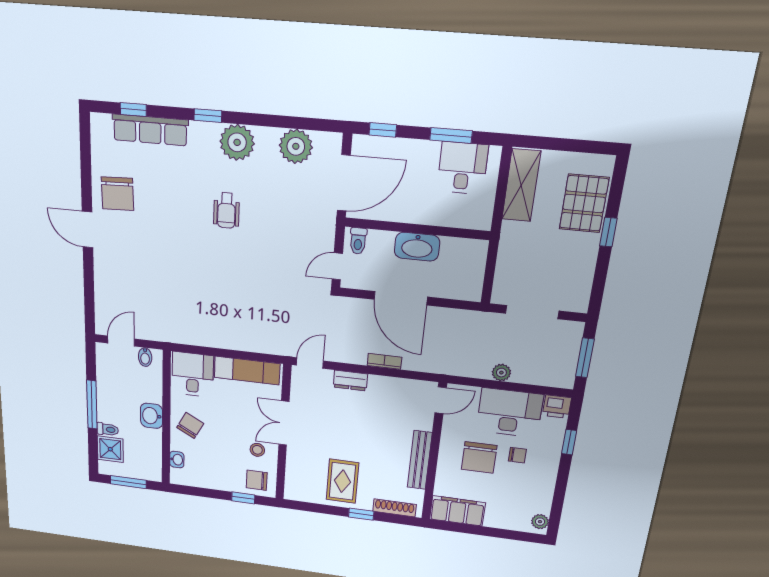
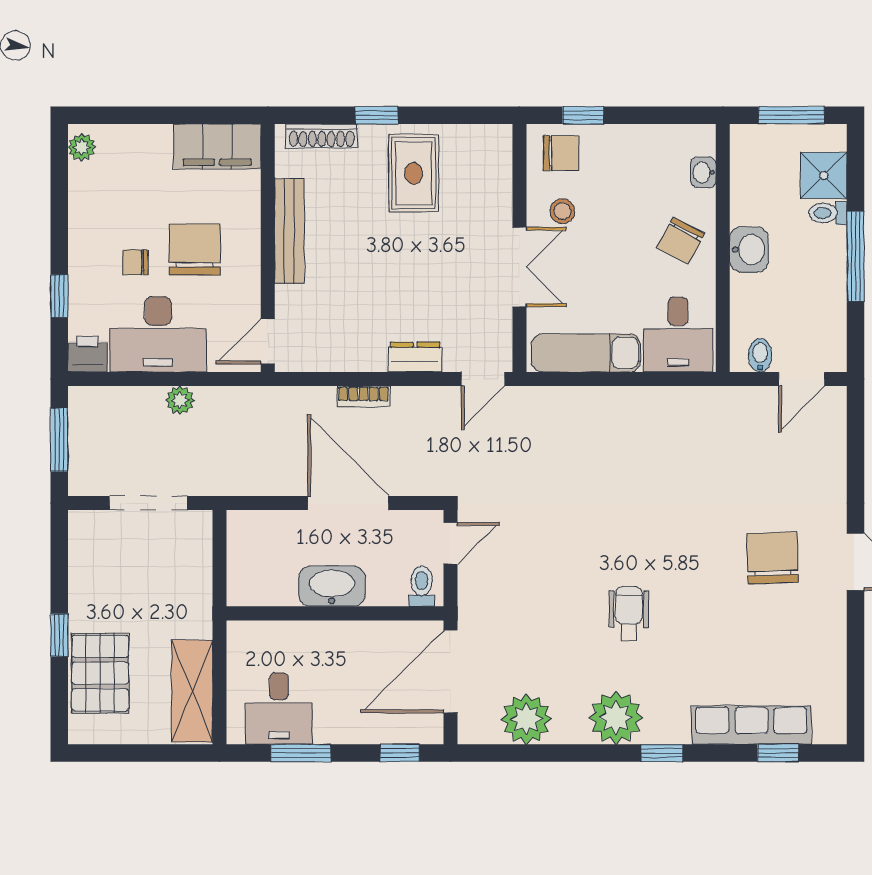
chair: (117, 194) -> (772, 558), moved

